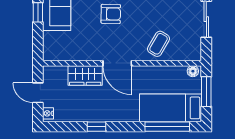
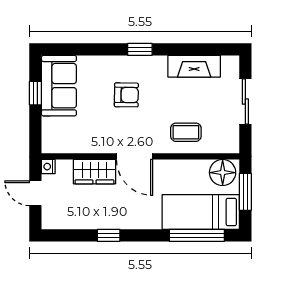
coffee table: (159, 44) -> (186, 132), turned 60
floor lamp: (193, 71) -> (223, 173), width x1.89, depth x1.89
nightstand: (48, 113) -> (48, 167), moved

